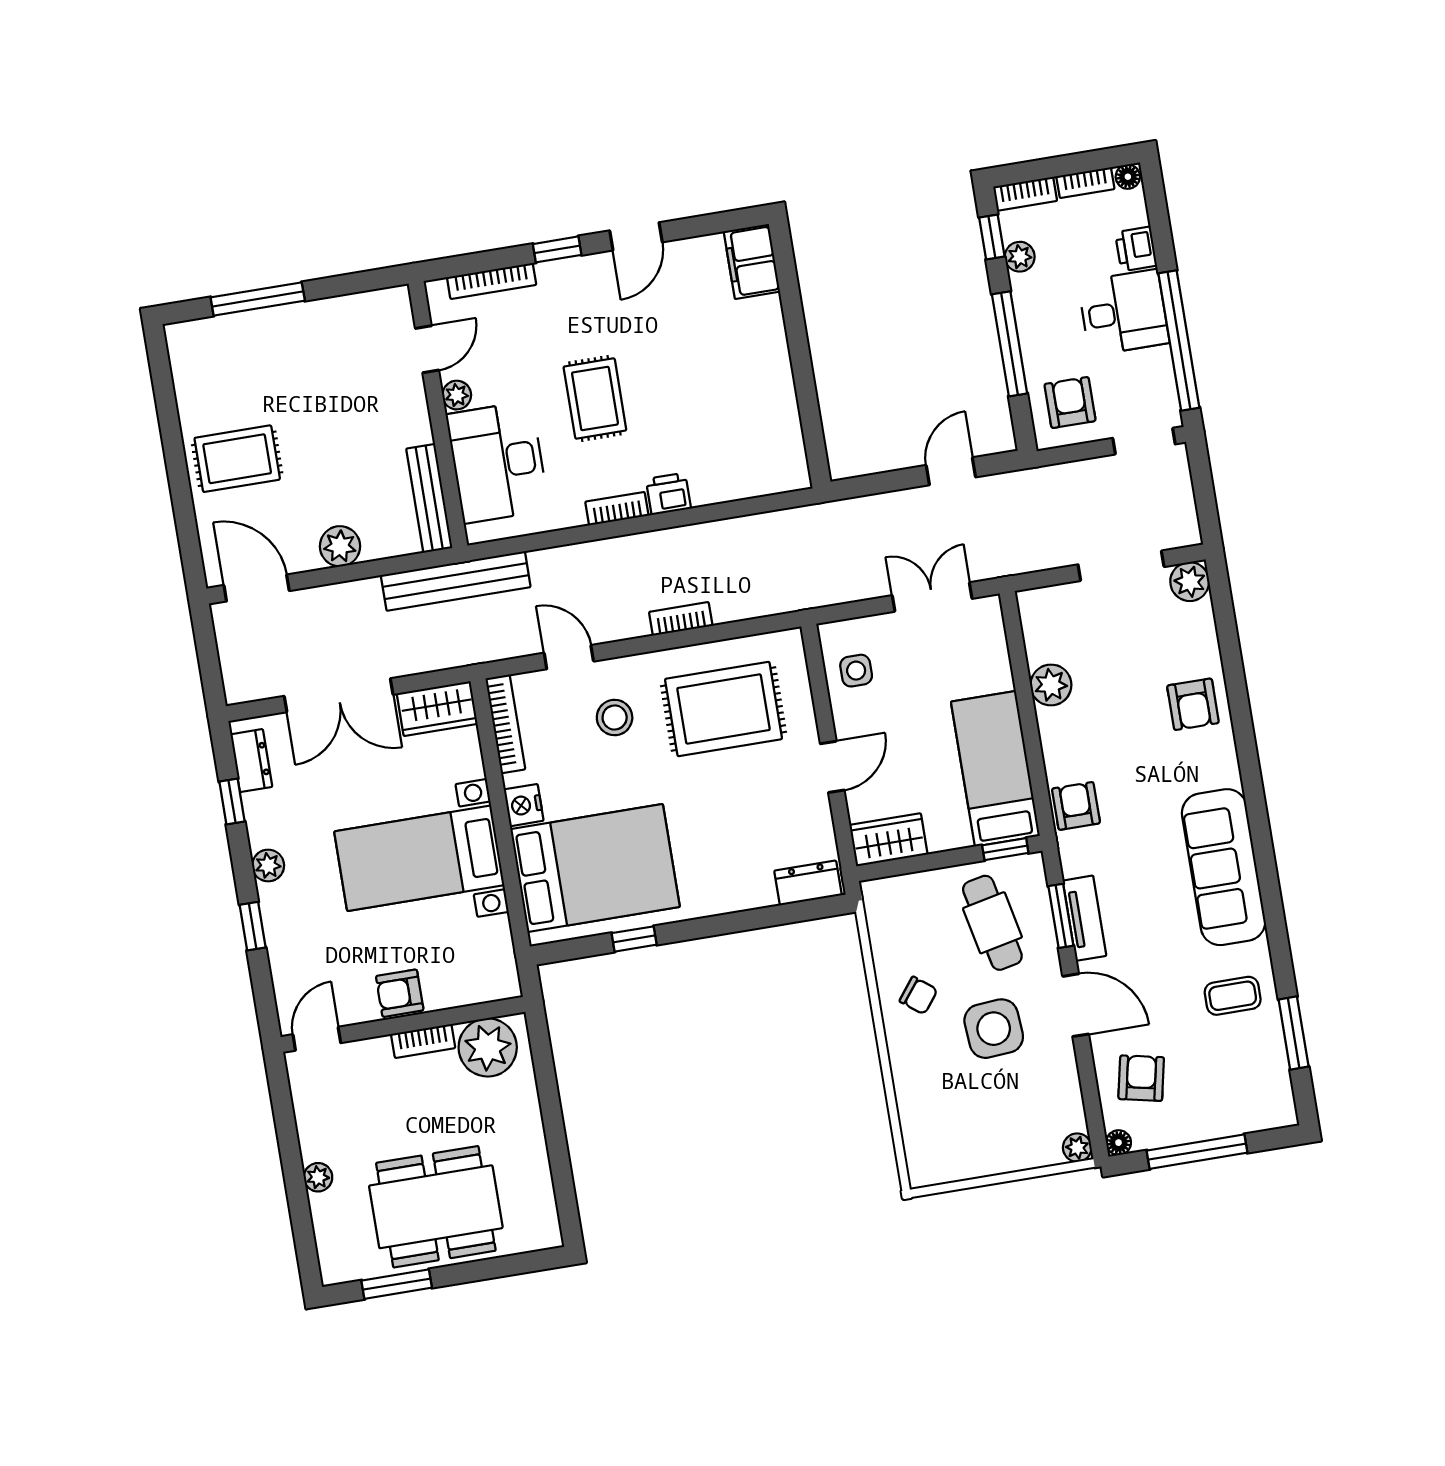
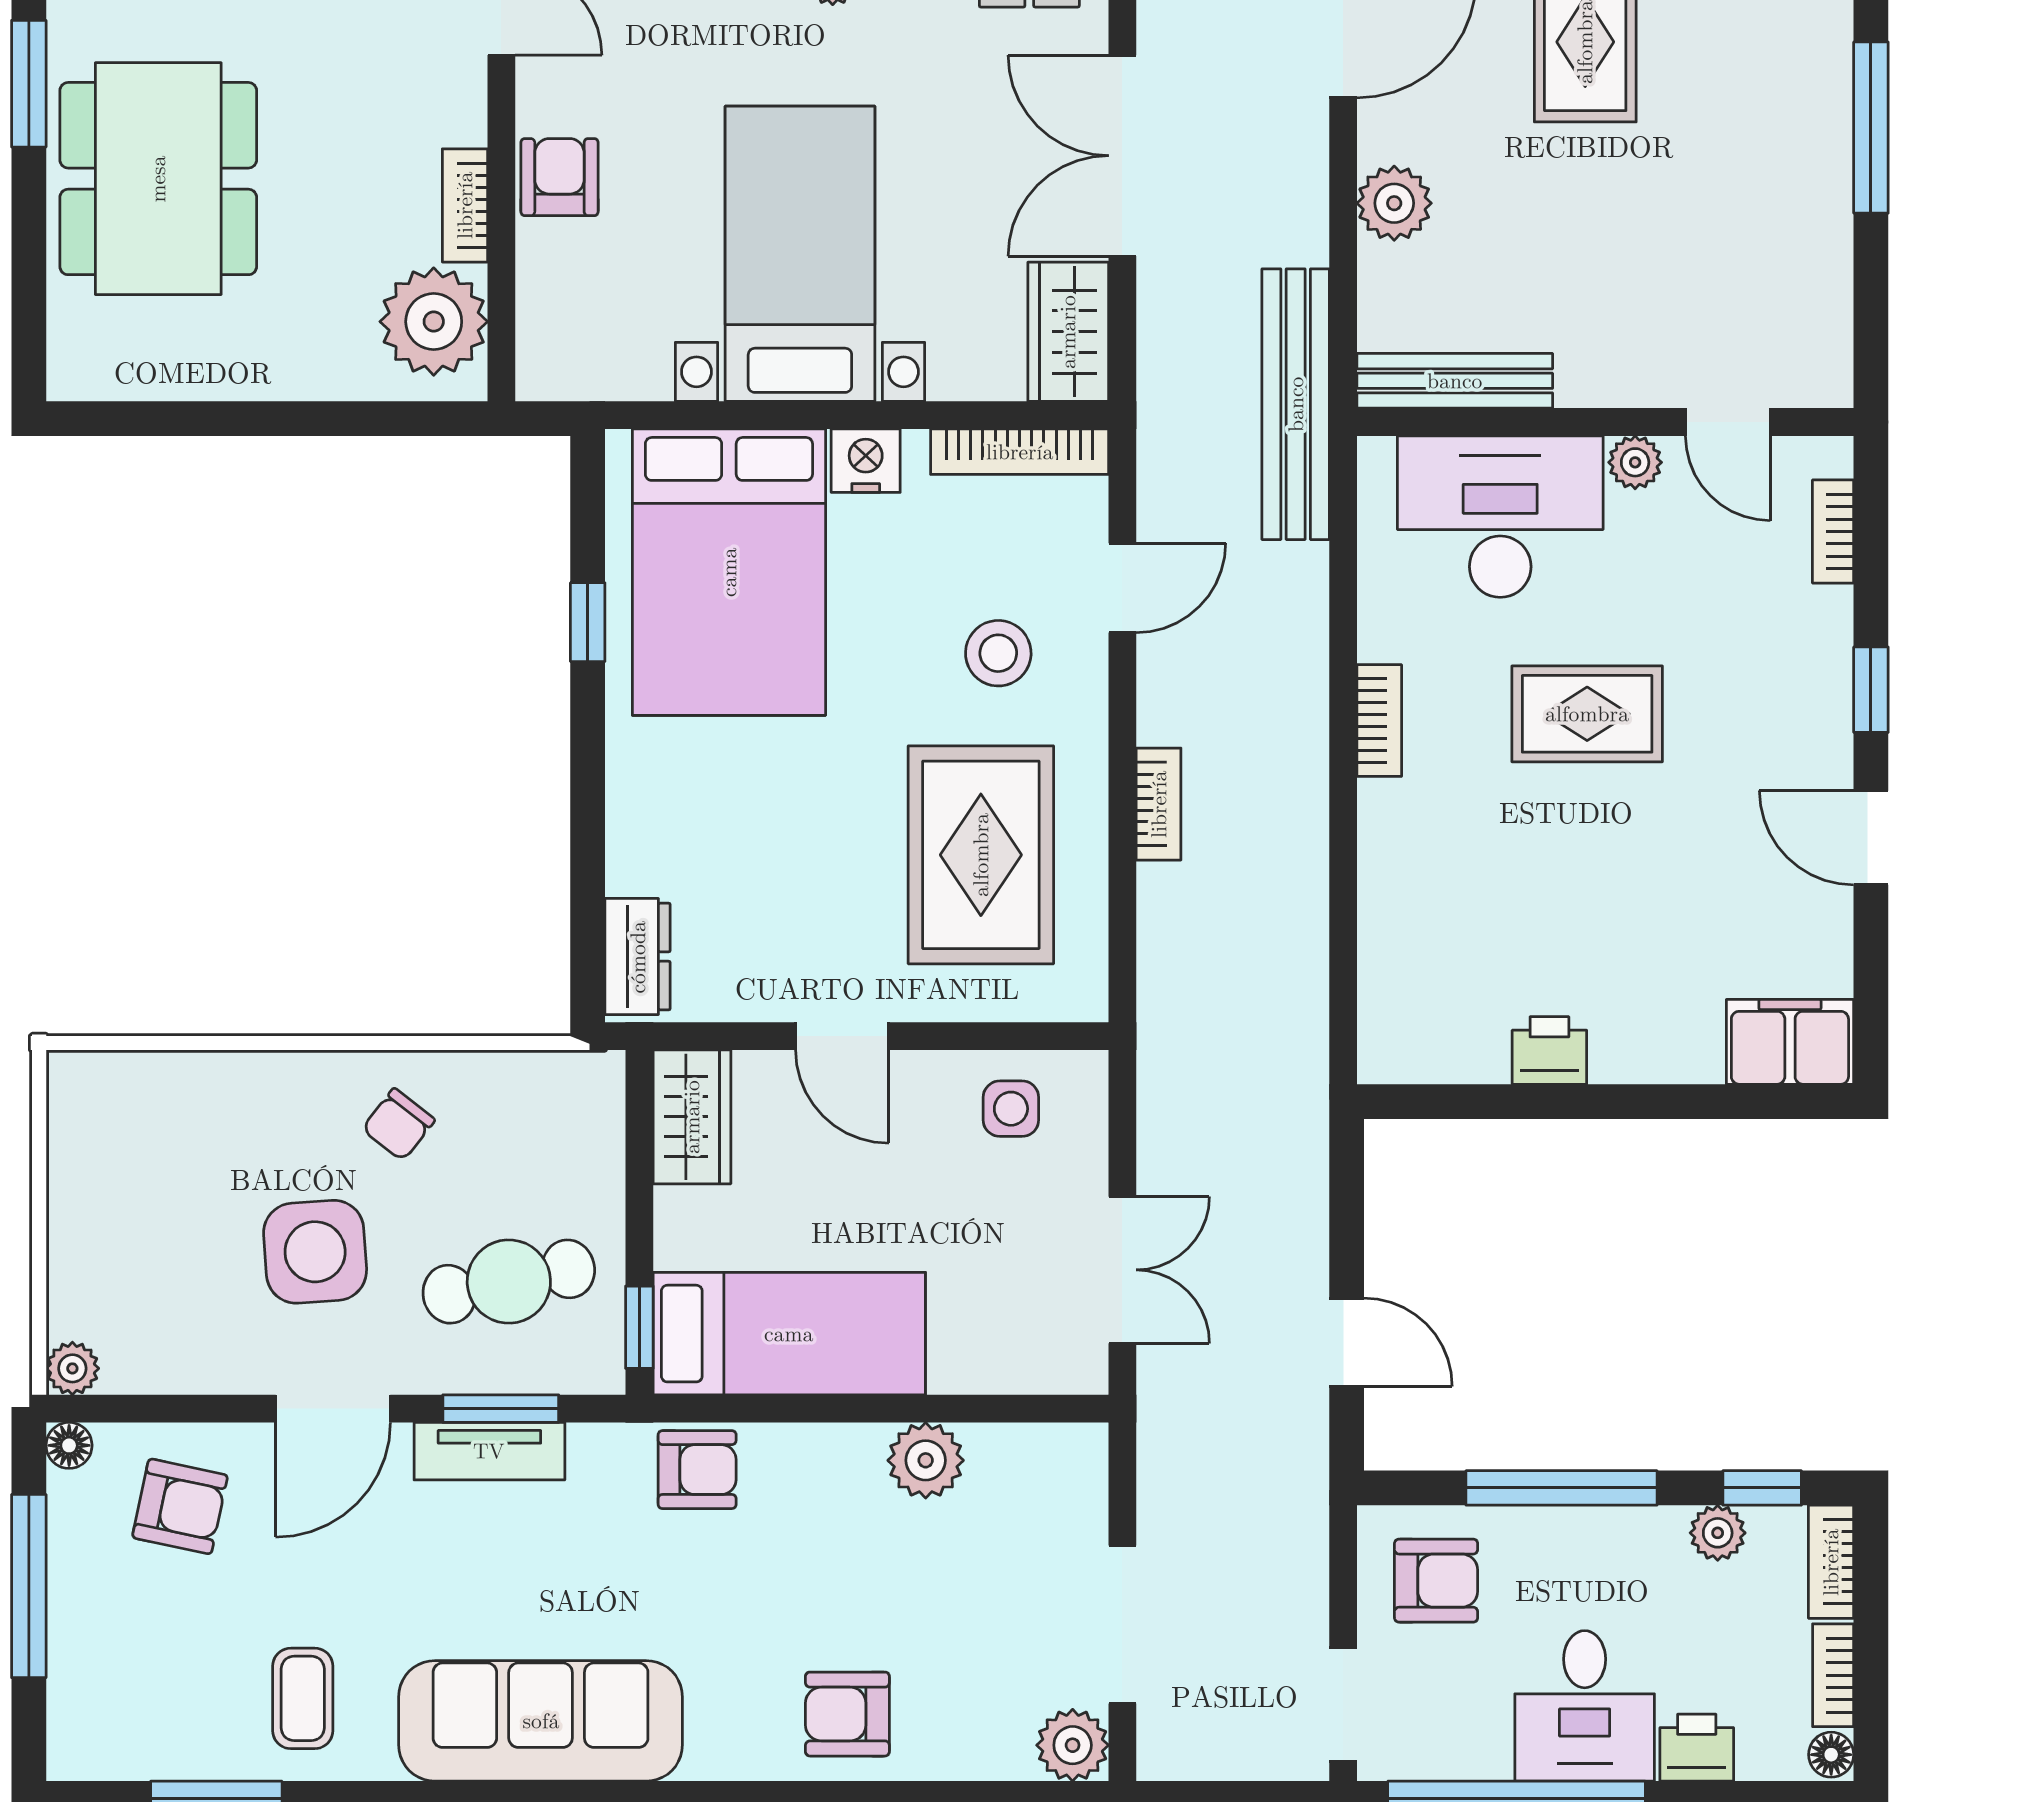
bookcase: (492, 281) -> (1833, 532), width x0.64
printer: (668, 494) -> (1549, 1051), moved, turned -90

